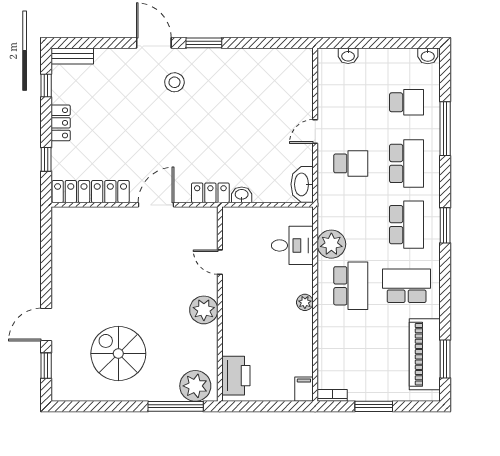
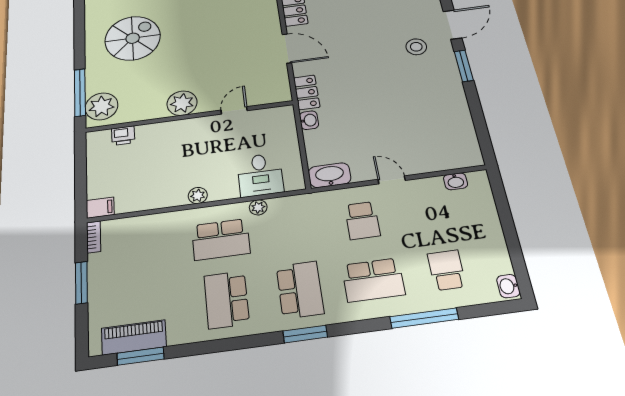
washbasin: (348, 56) -> (456, 181), moved, turned -90
school desk: (407, 102) -> (447, 270), turned 180
school desk: (407, 225) -> (300, 290), turned -90
plant: (331, 244) -> (258, 207), width x0.53, depth x0.53
school desk: (407, 286) -> (227, 300), turned 180
piano: (425, 354) -> (134, 337), width x0.73, depth x0.75
printer: (236, 376) -> (123, 136), width x0.53, depth x0.68

